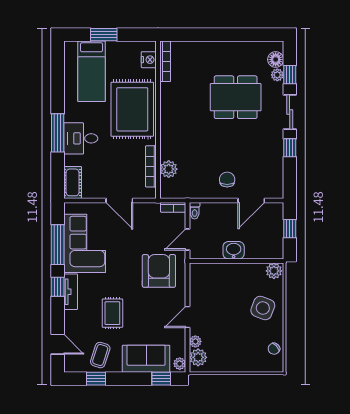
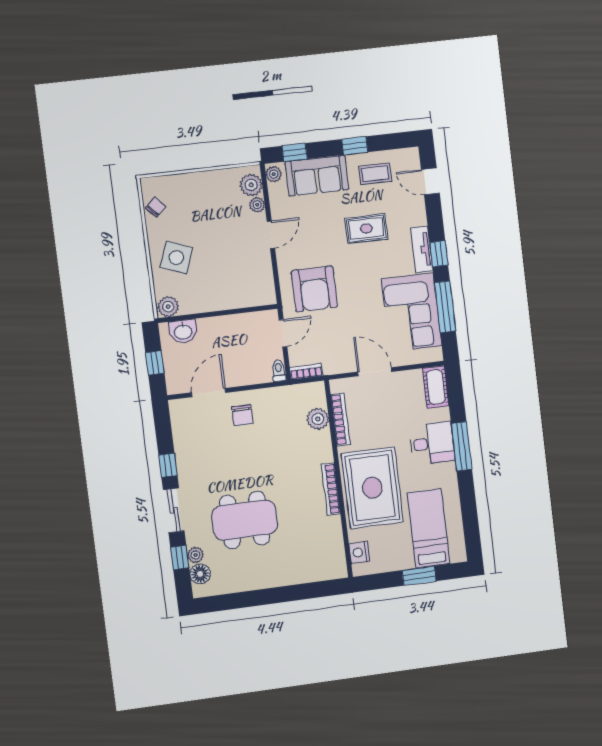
bookcase: (165, 61) -> (331, 489), moved
washbasin: (234, 250) -> (183, 331), moved
rug: (112, 313) -> (366, 229), turned 90
coffee table: (100, 355) -> (375, 174), turned 72
window: (96, 379) -> (355, 146), moved

